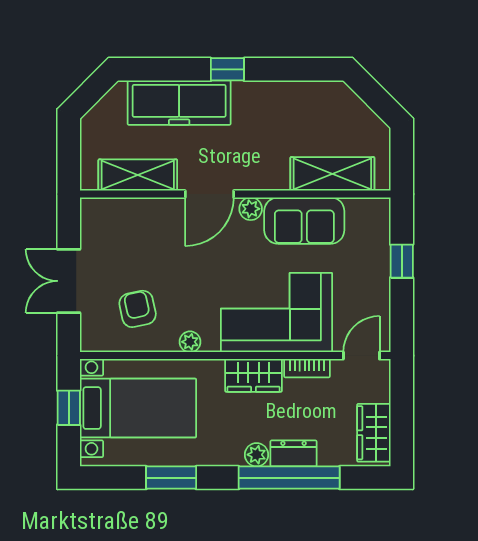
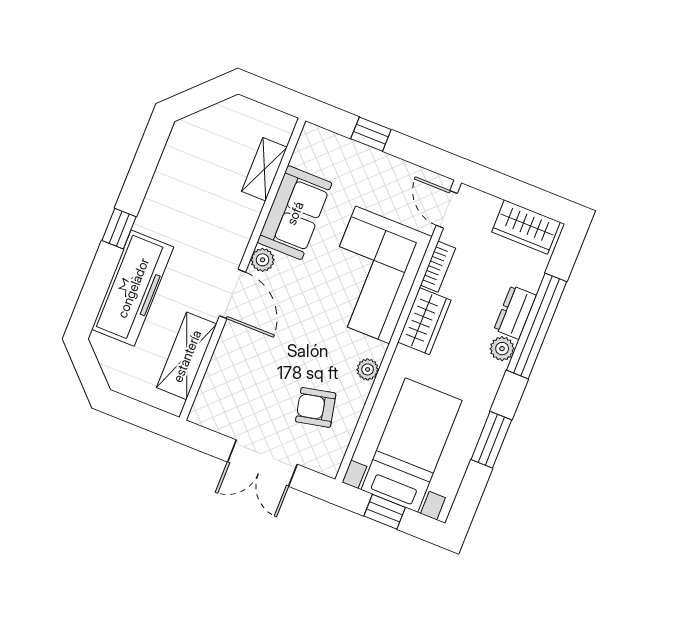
shelving: (332, 174) -> (264, 169), width x0.67, depth x0.75

